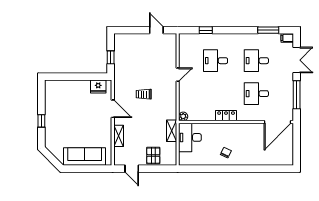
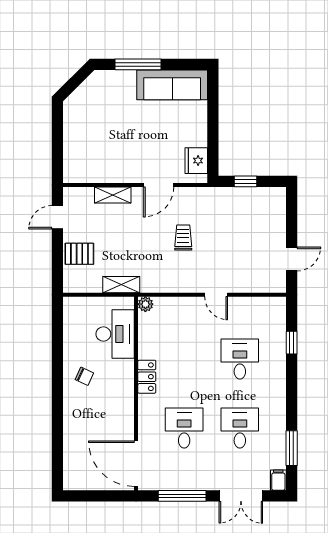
window: (41, 121) -> (138, 64), width x2.17
desk: (190, 137) -> (115, 334), moved, turned 90
sofa: (85, 156) -> (172, 85), moved, turned 90

